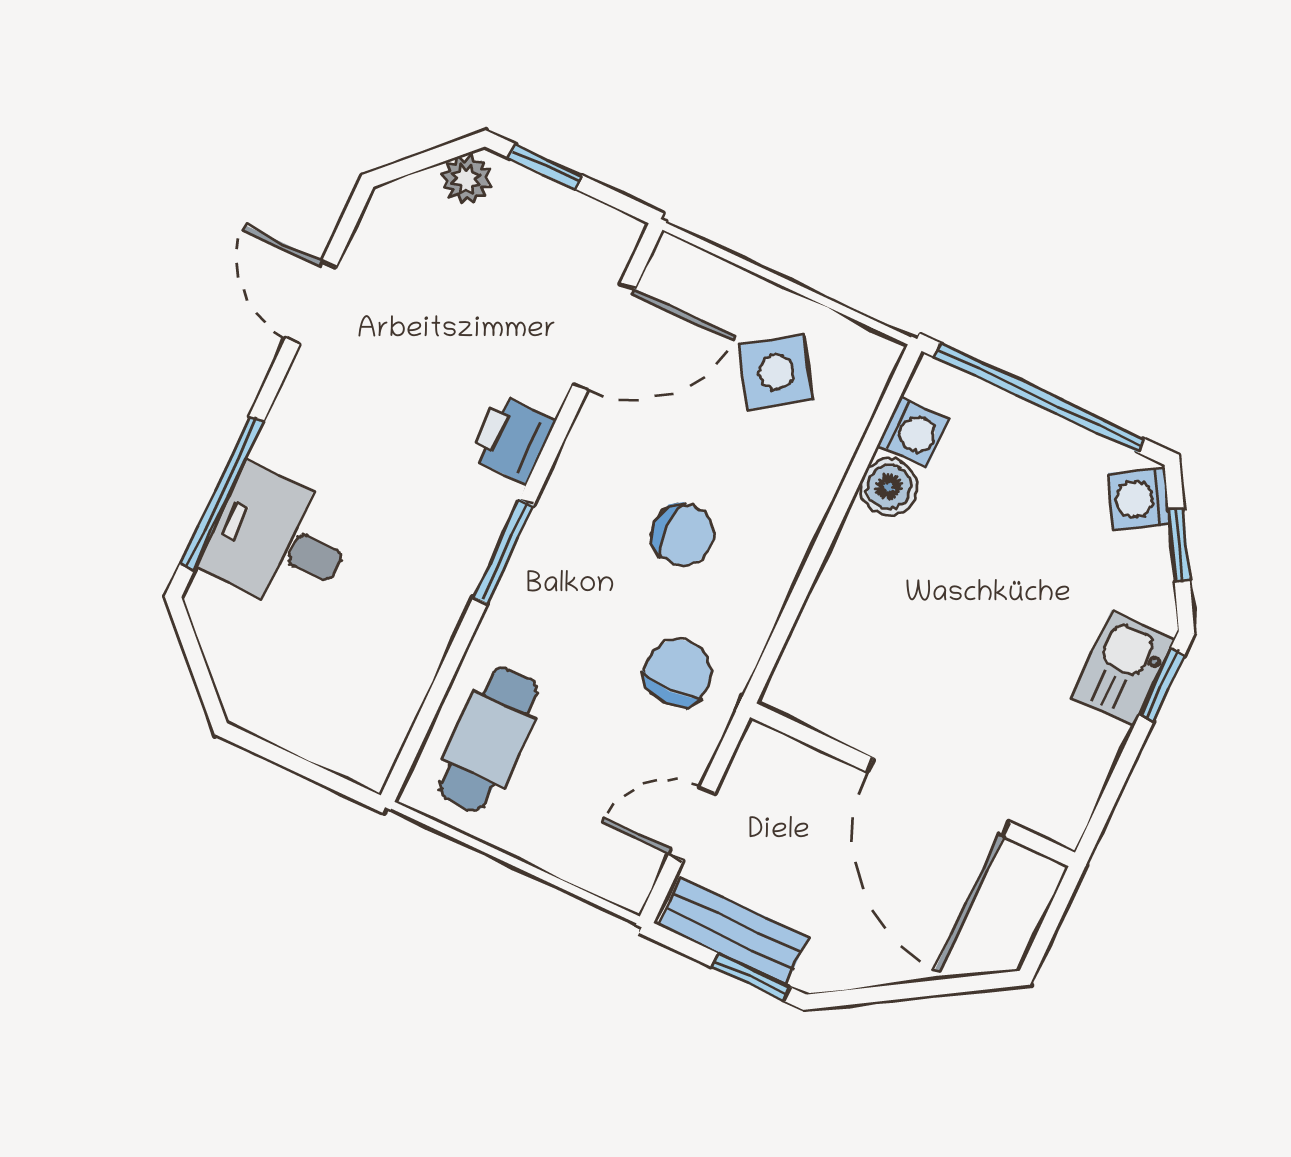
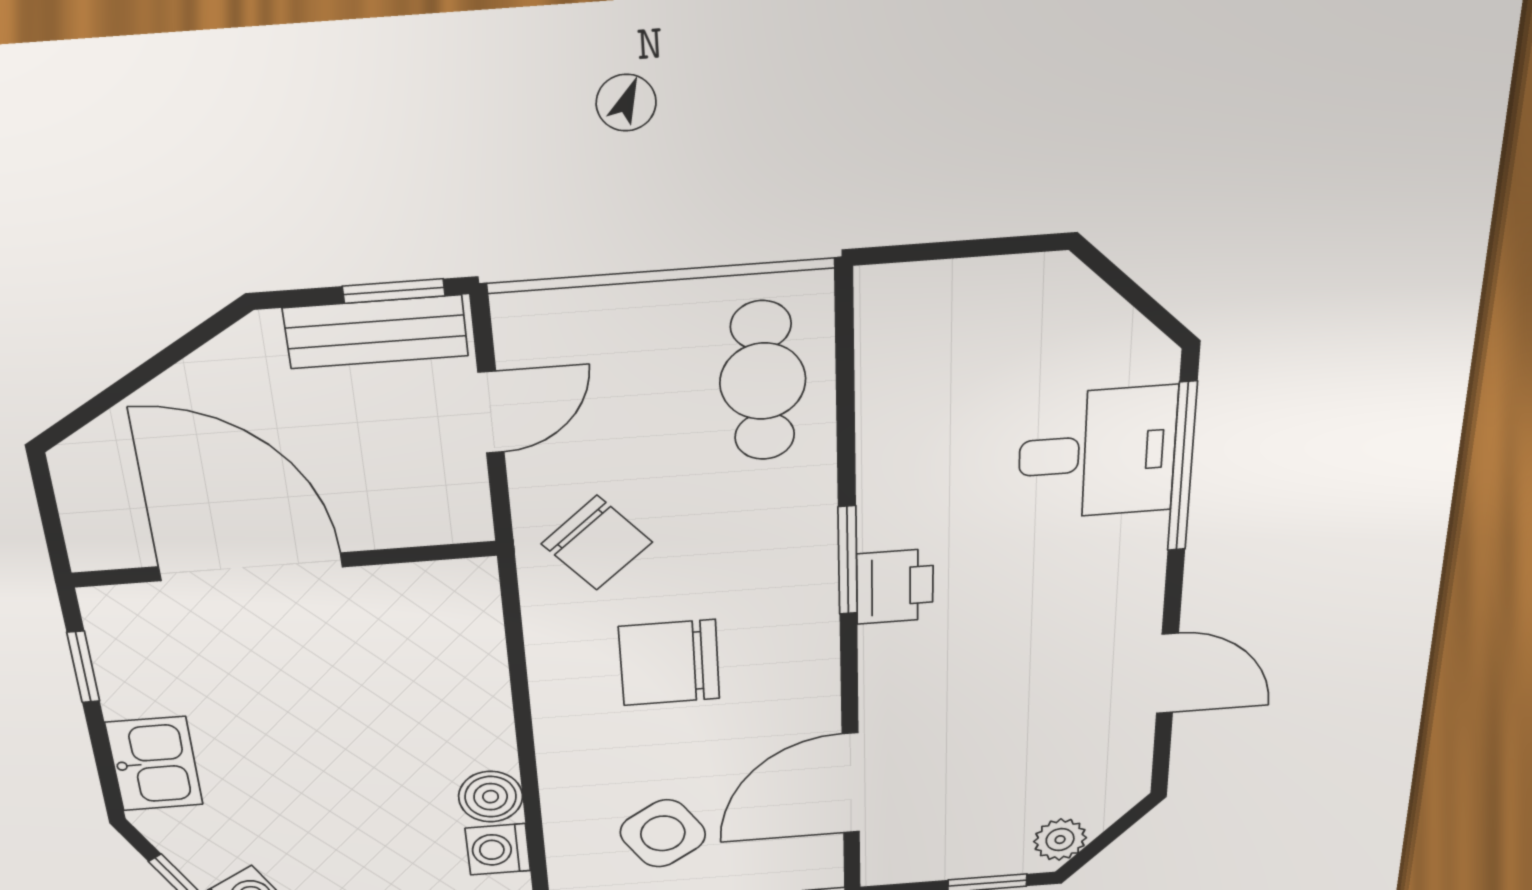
printer: (512, 439) -> (895, 587), moved
chair: (683, 535) -> (669, 663), width x1.37, depth x1.37
chair: (678, 673) -> (597, 543), turned -41
window: (1162, 685) -> (83, 667), moved
window: (751, 977) -> (394, 291), moved

